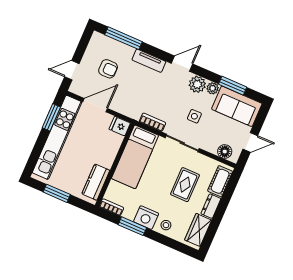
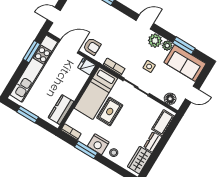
tv unit: (149, 61) -> (118, 16), removed
armchair: (108, 69) -> (92, 47), moved
rug: (185, 185) -> (110, 112), moved

